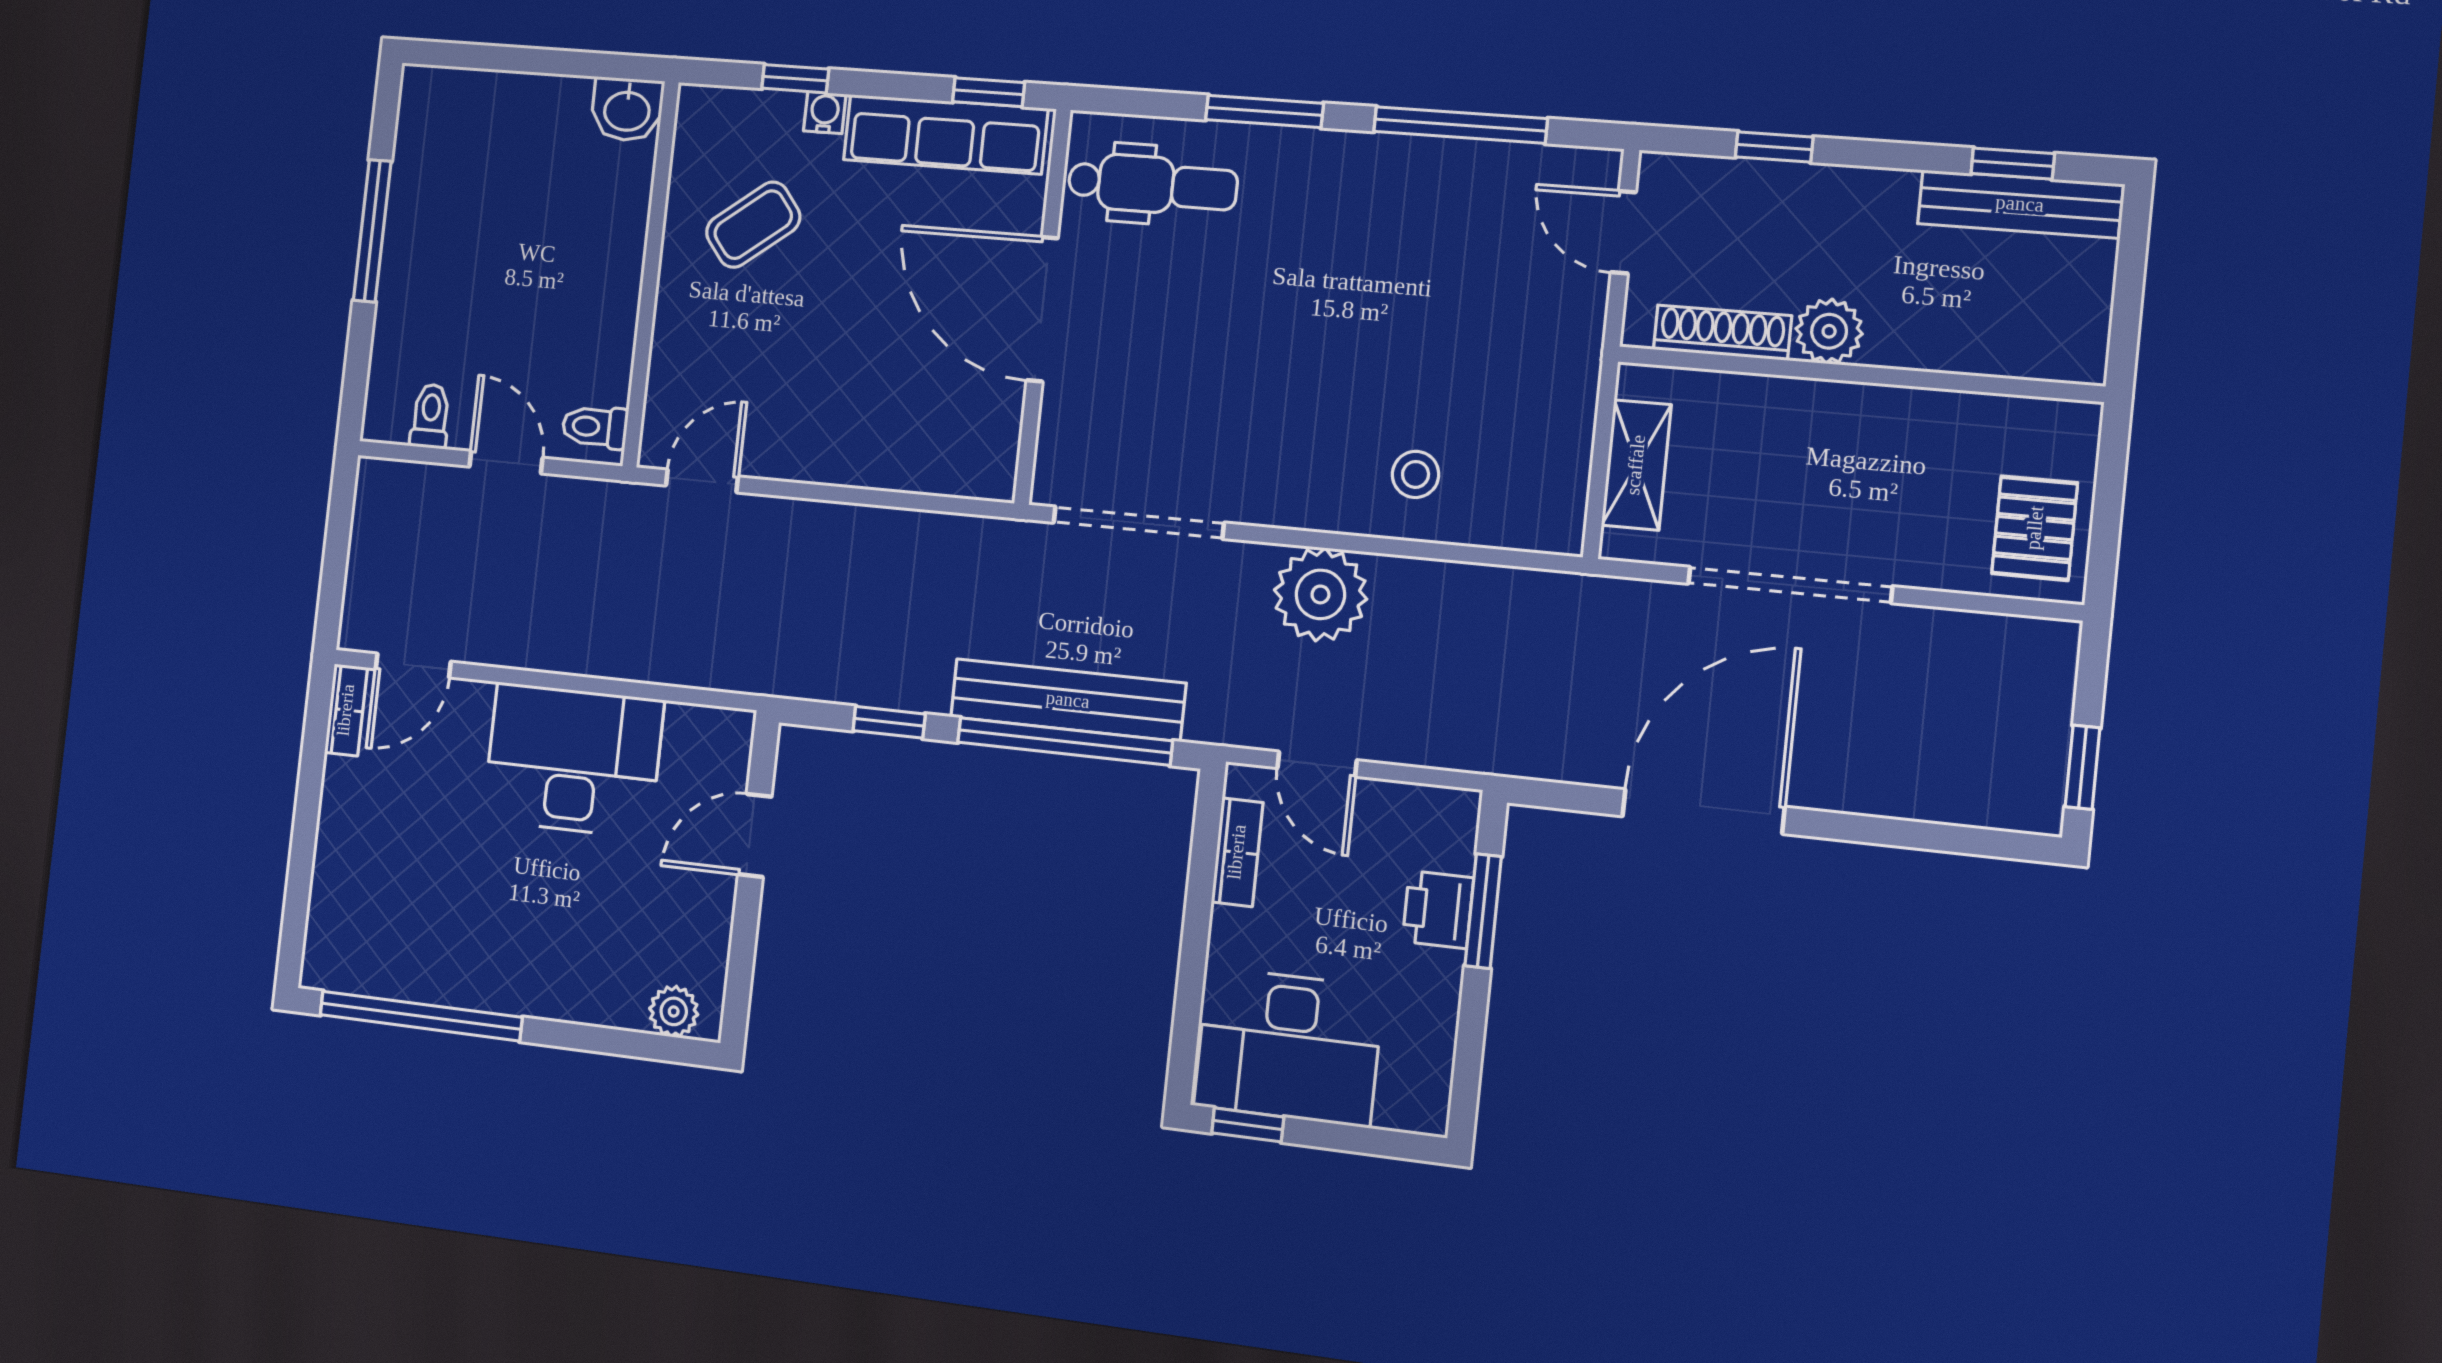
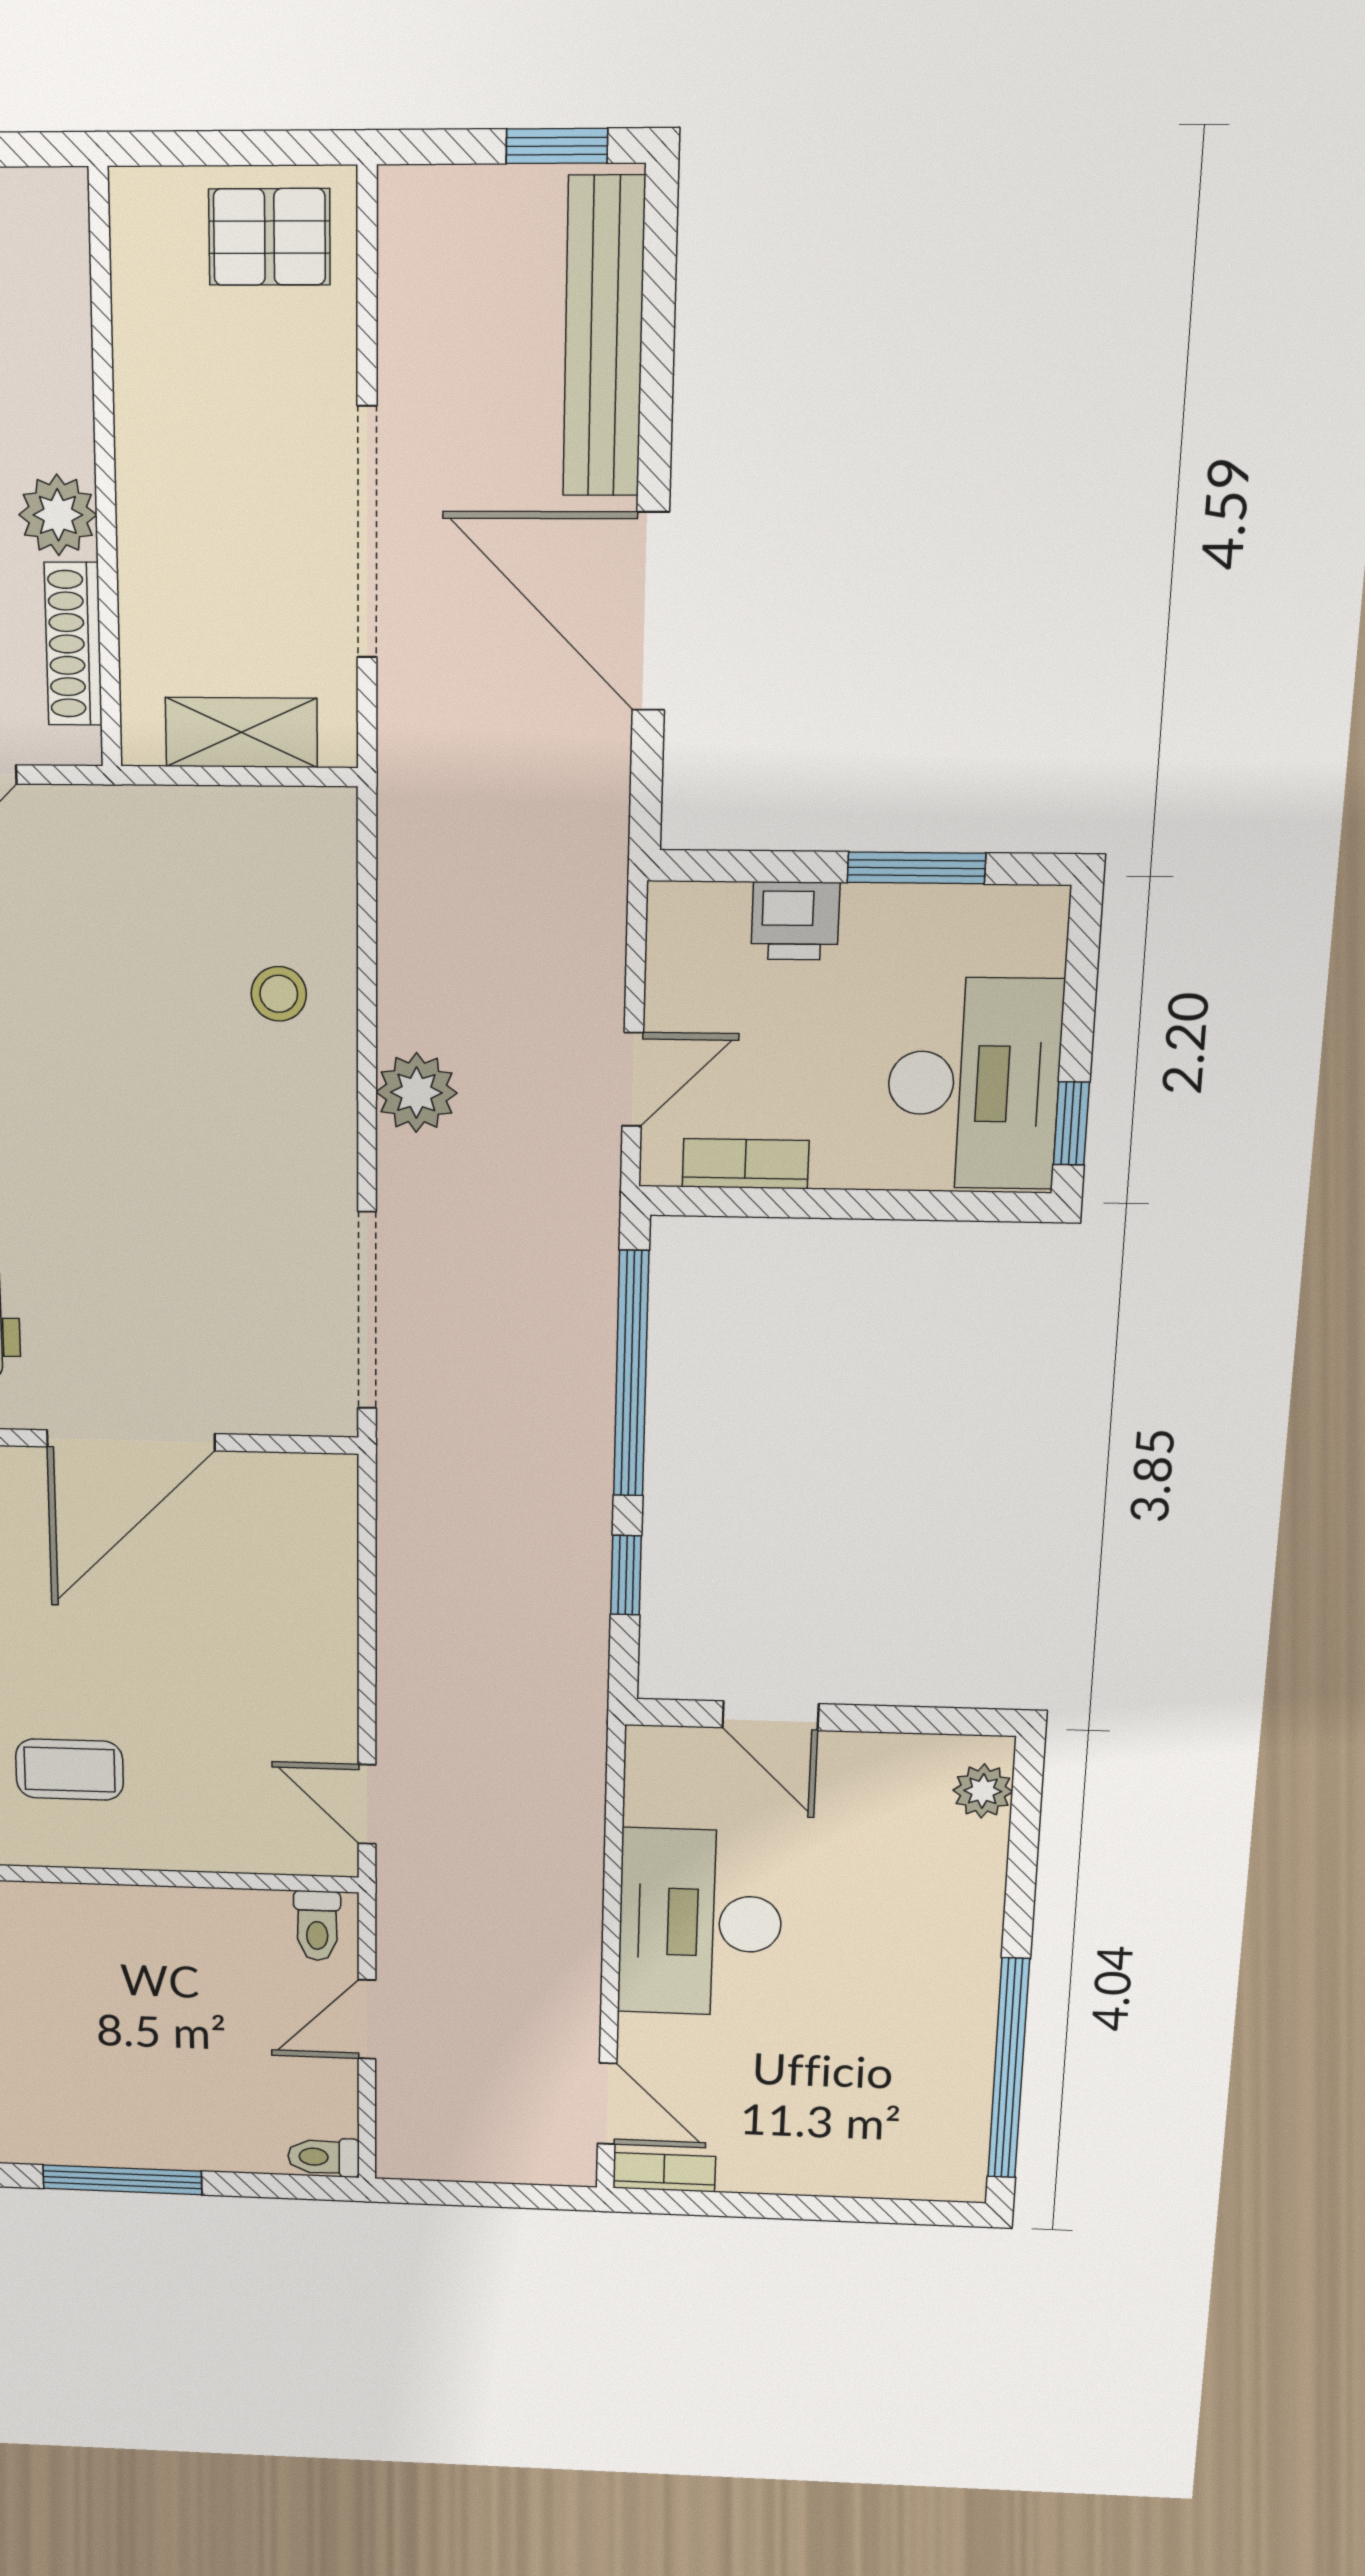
coffee table: (753, 225) -> (70, 1770), turned -52
toilet: (430, 416) -> (324, 2157), moved
plant: (1320, 594) -> (416, 1093), width x0.73, depth x0.73
bench: (1068, 700) -> (604, 337), moved
window: (1483, 911) -> (916, 868), moved

